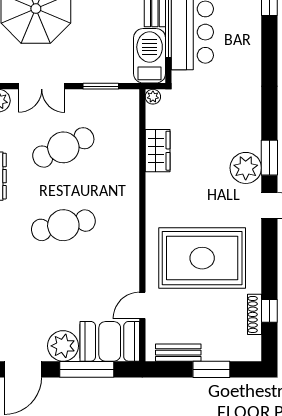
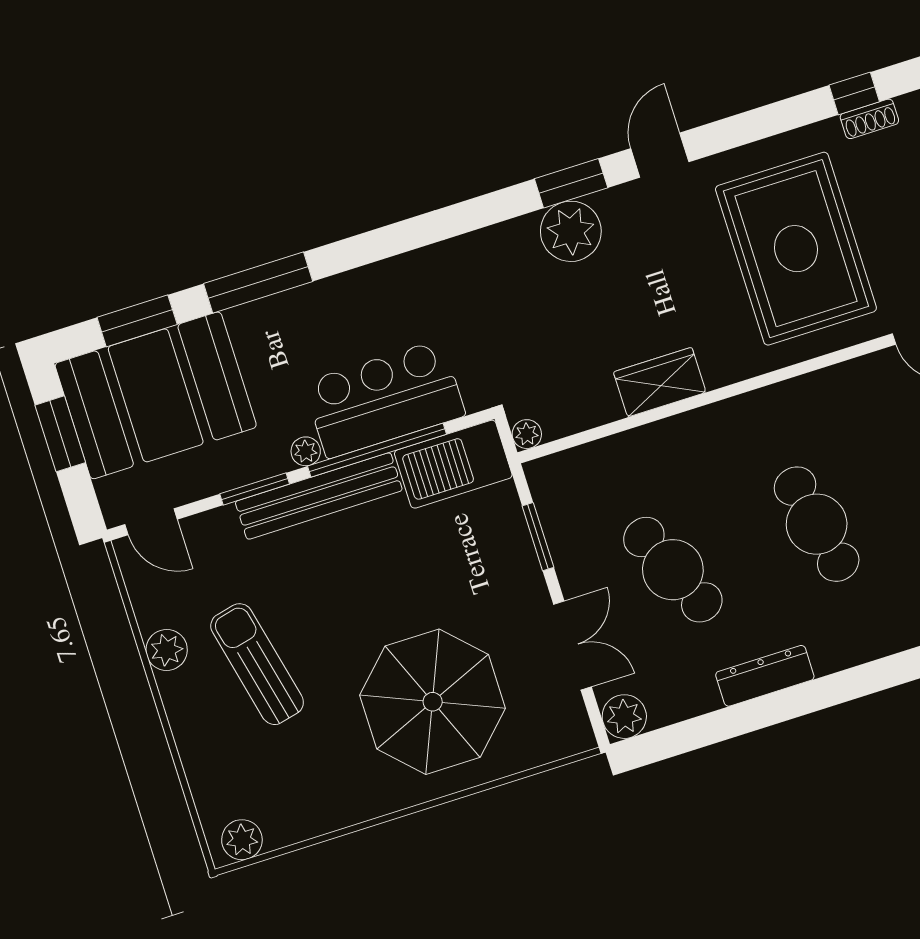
wardrobe: (158, 151) -> (660, 382), moved
plant: (246, 168) -> (571, 231), moved
shoe rack: (254, 314) -> (869, 119), width x0.70

